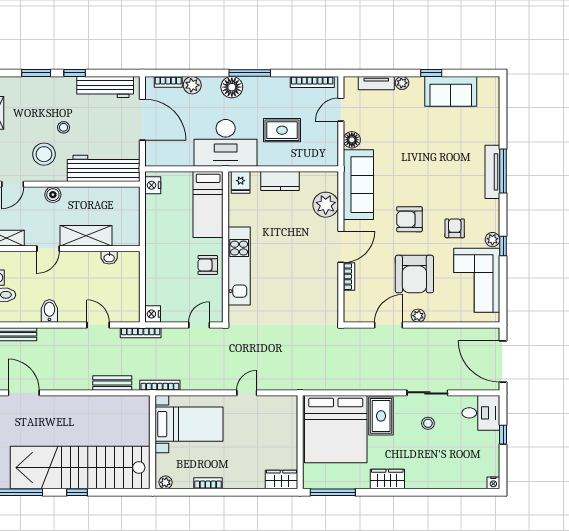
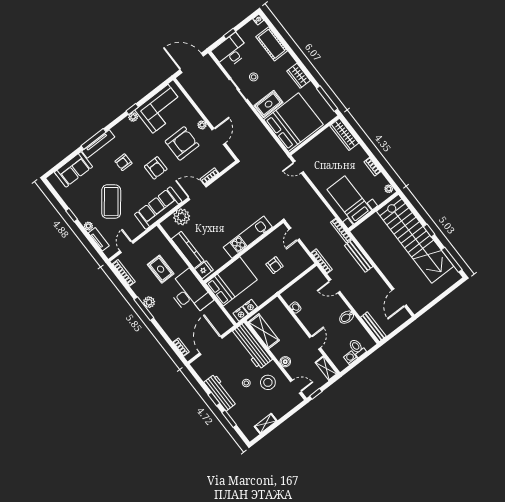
plant: (192, 85) -> (149, 302), moved
workbench: (105, 87) -> (220, 393), moved
floor lamp: (232, 87) -> (158, 312), removed
sofa: (451, 91) -> (73, 169), moved, turned 90
door: (341, 110) -> (126, 247), swing flipped
coffee table: (410, 134) -> (111, 202), added
floor lamp: (352, 140) -> (138, 229), removed
kitchen counter: (280, 181) -> (188, 250), width x1.50
bed: (208, 205) -> (231, 281), width x1.50
armchair: (455, 228) -> (123, 162), moved
shelving: (86, 236) -> (264, 331), moved
door: (48, 249) -> (315, 343), hinge flipped
armchair: (208, 265) -> (275, 265), moved
nightstand: (153, 314) -> (250, 307), moved
door: (98, 325) -> (334, 286), hinge flipped
door: (199, 325) -> (294, 234), hinge flipped
door: (389, 325) -> (219, 136), swing flipped
door: (503, 361) -> (192, 63), swing flipped
bench: (112, 383) -> (359, 256), width x1.36
door: (247, 393) -> (298, 167), moved
desk: (481, 413) -> (231, 51), width x1.37
cot: (451, 476) -> (272, 44), added
wardrobe: (281, 479) -> (344, 134), width x1.50

